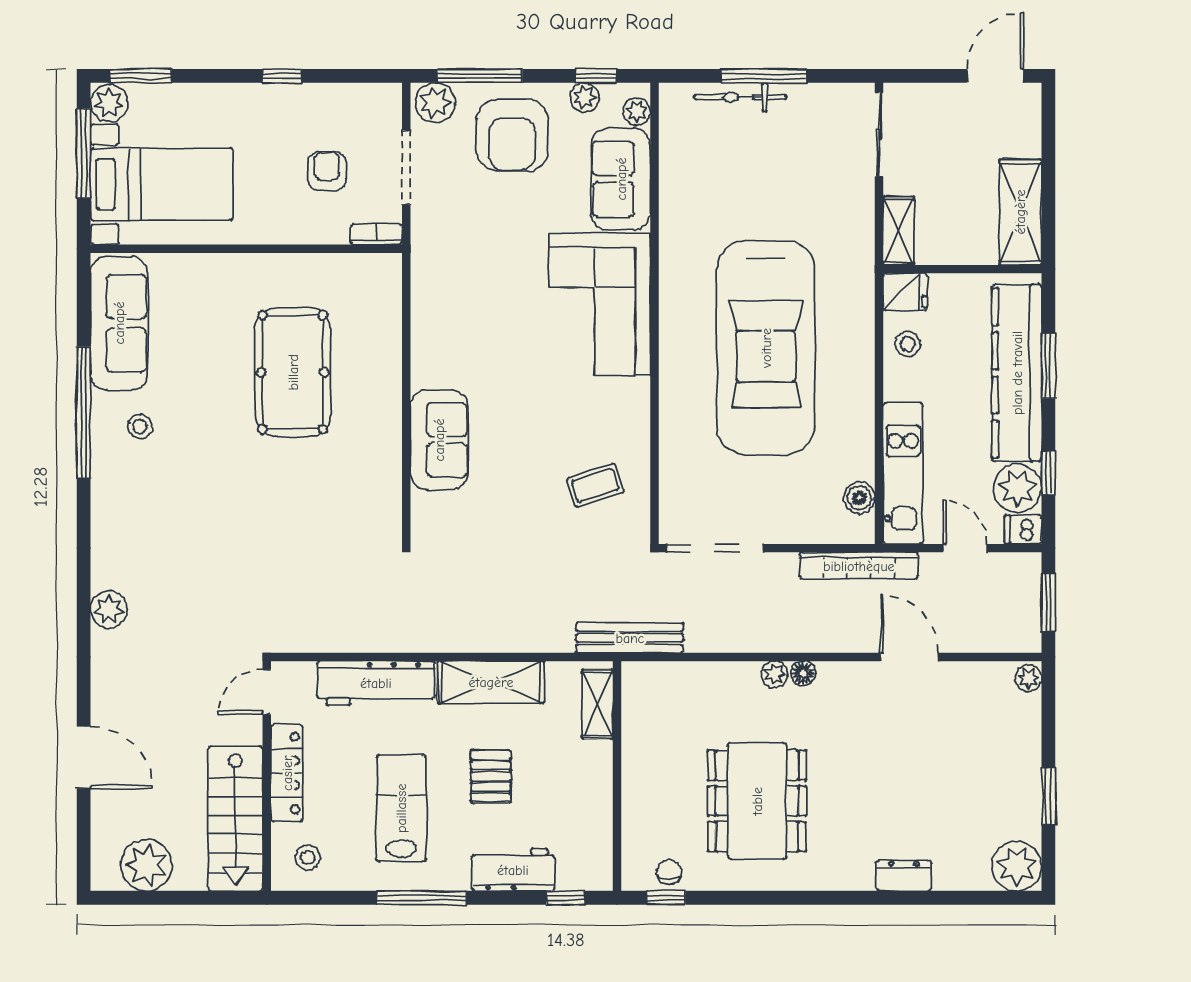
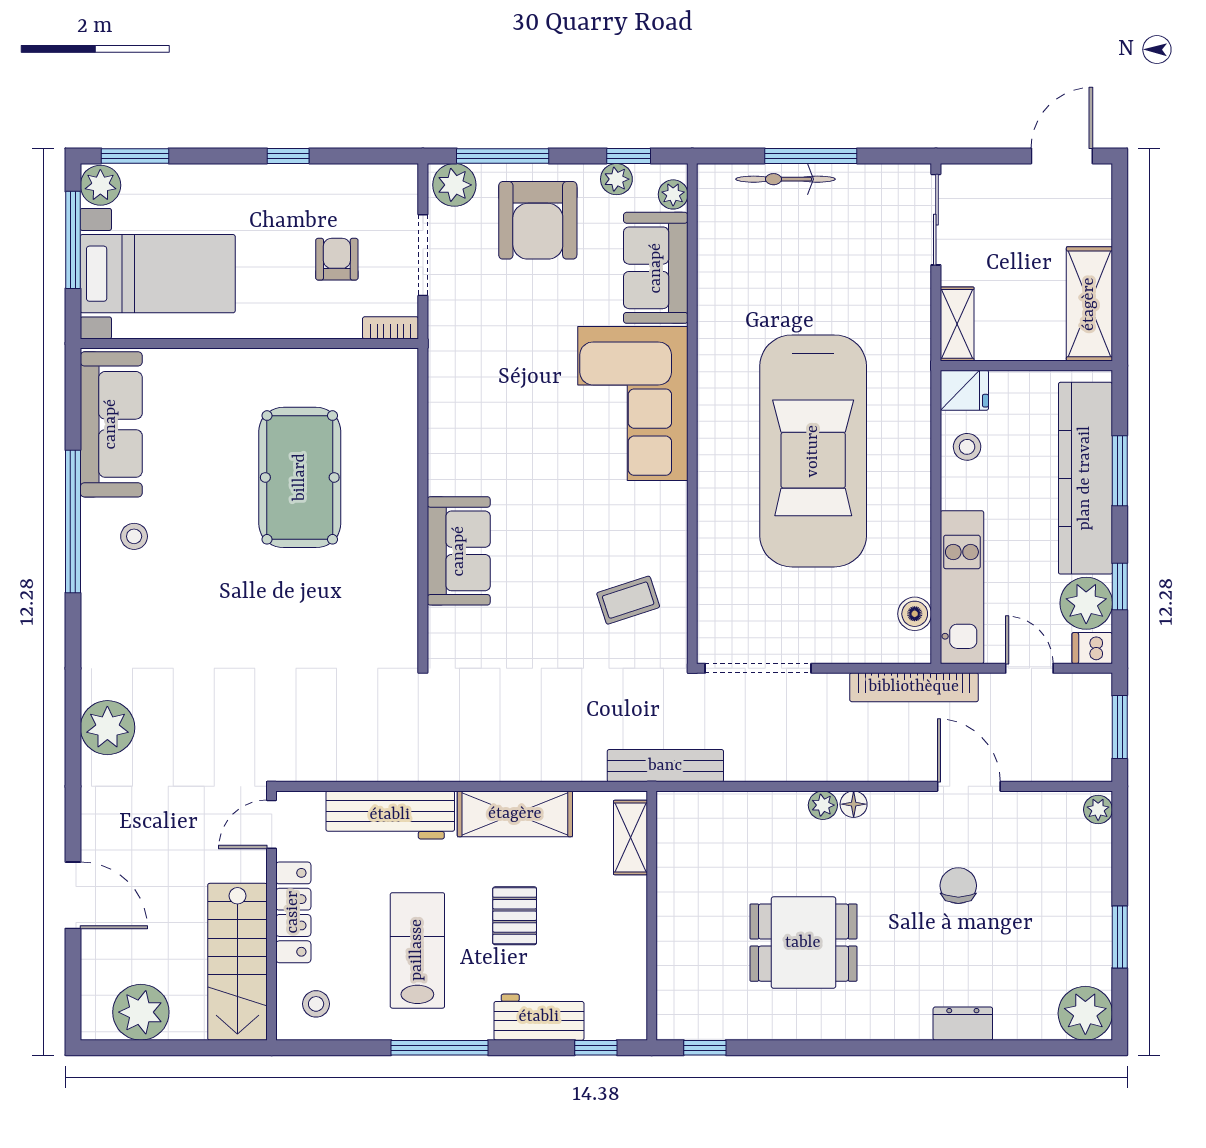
plant: (109, 609) -> (107, 728), width x1.36, depth x1.36
dining table: (757, 801) -> (803, 943), width x0.73
chair: (669, 872) -> (958, 886), moved, width x1.37, depth x1.37

